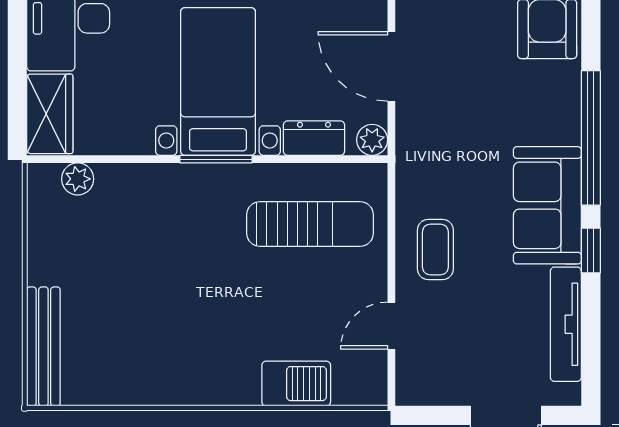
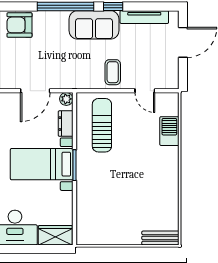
plant: (78, 179) -> (83, 224), removed
coffee table: (435, 249) -> (113, 72), turned 90
bench: (43, 346) -> (160, 238), width x0.73

